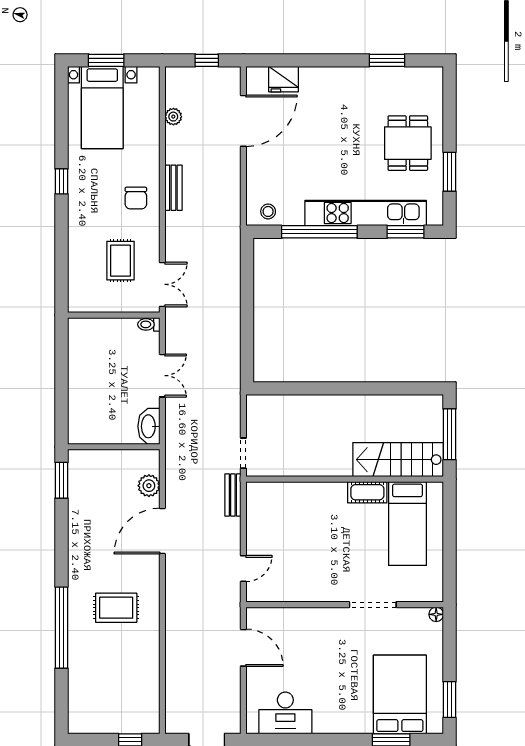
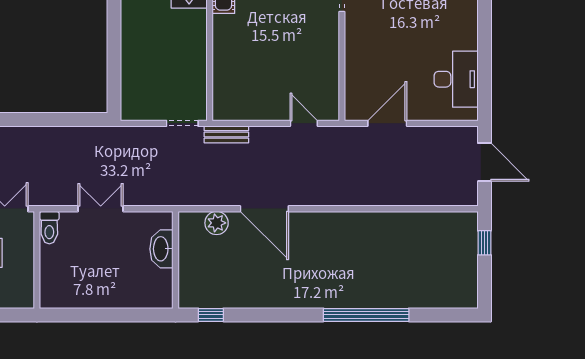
toilet: (149, 324) -> (49, 228), width x1.37, depth x1.39
washbasin: (149, 426) -> (161, 249), moved, turned 90
window: (62, 480) -> (211, 315), width x0.67
rug: (116, 608) -> (345, 257), removed

